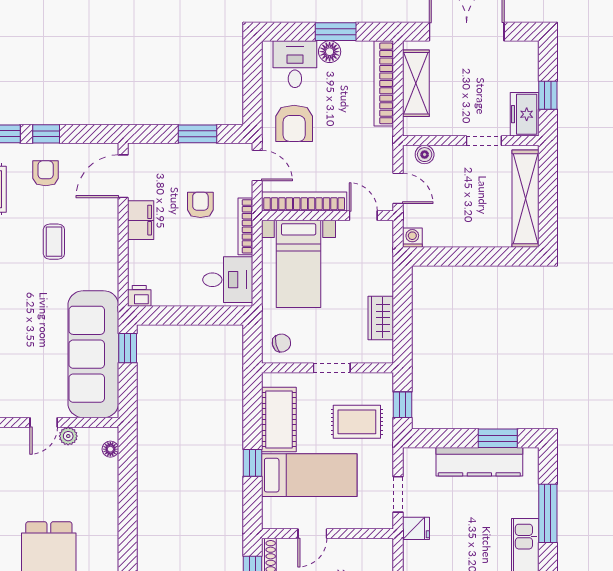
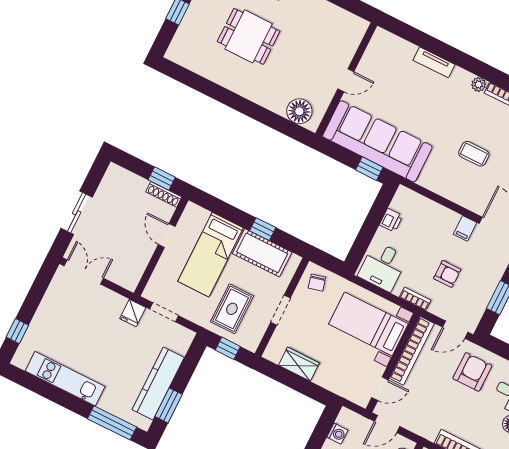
armchair: (294, 123) -> (472, 372), turned 90
filing cabinet: (141, 220) -> (465, 228), width x0.50
bookcase: (245, 226) -> (415, 299), width x0.64
washing machine: (412, 238) -> (337, 434), moved
printer: (139, 296) -> (391, 220), moved
door: (44, 422) -> (346, 80), swing flipped
plant: (68, 436) -> (327, 93), removed
floor lamp: (110, 449) -> (299, 111), width x1.89, depth x1.89
window: (253, 463) -> (263, 229), moved
window: (548, 513) -> (112, 423), moved

